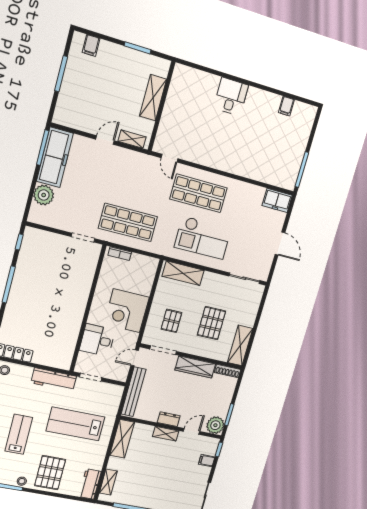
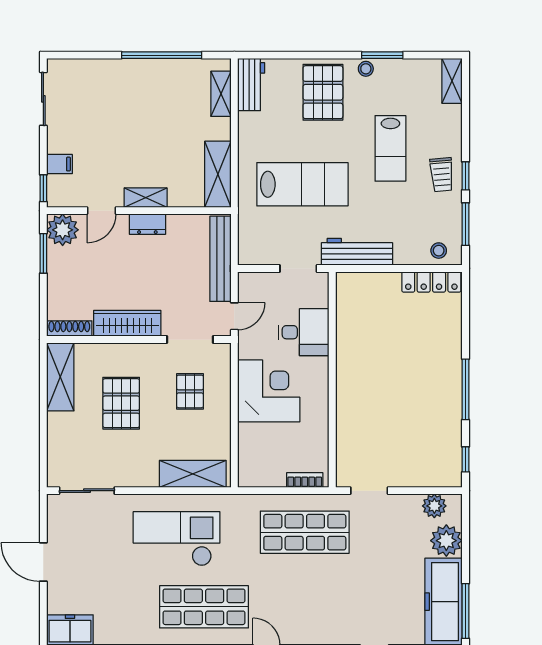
plant: (46, 218) -> (434, 506), added

